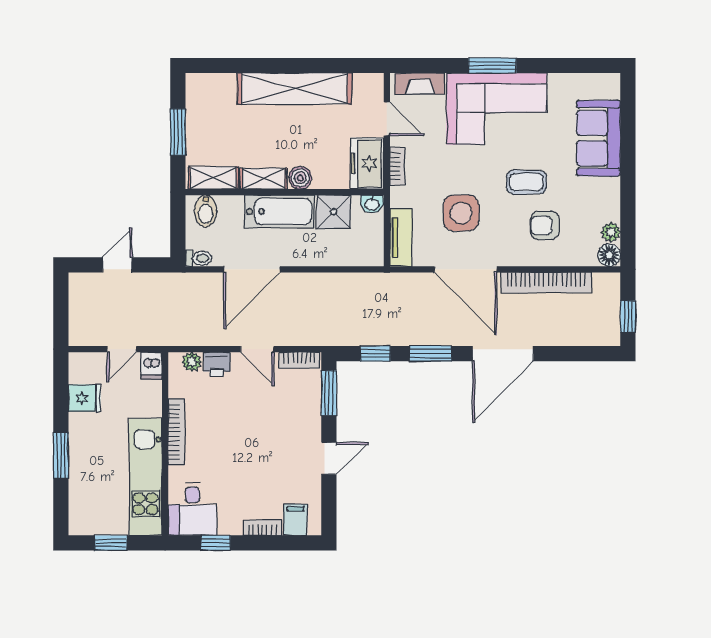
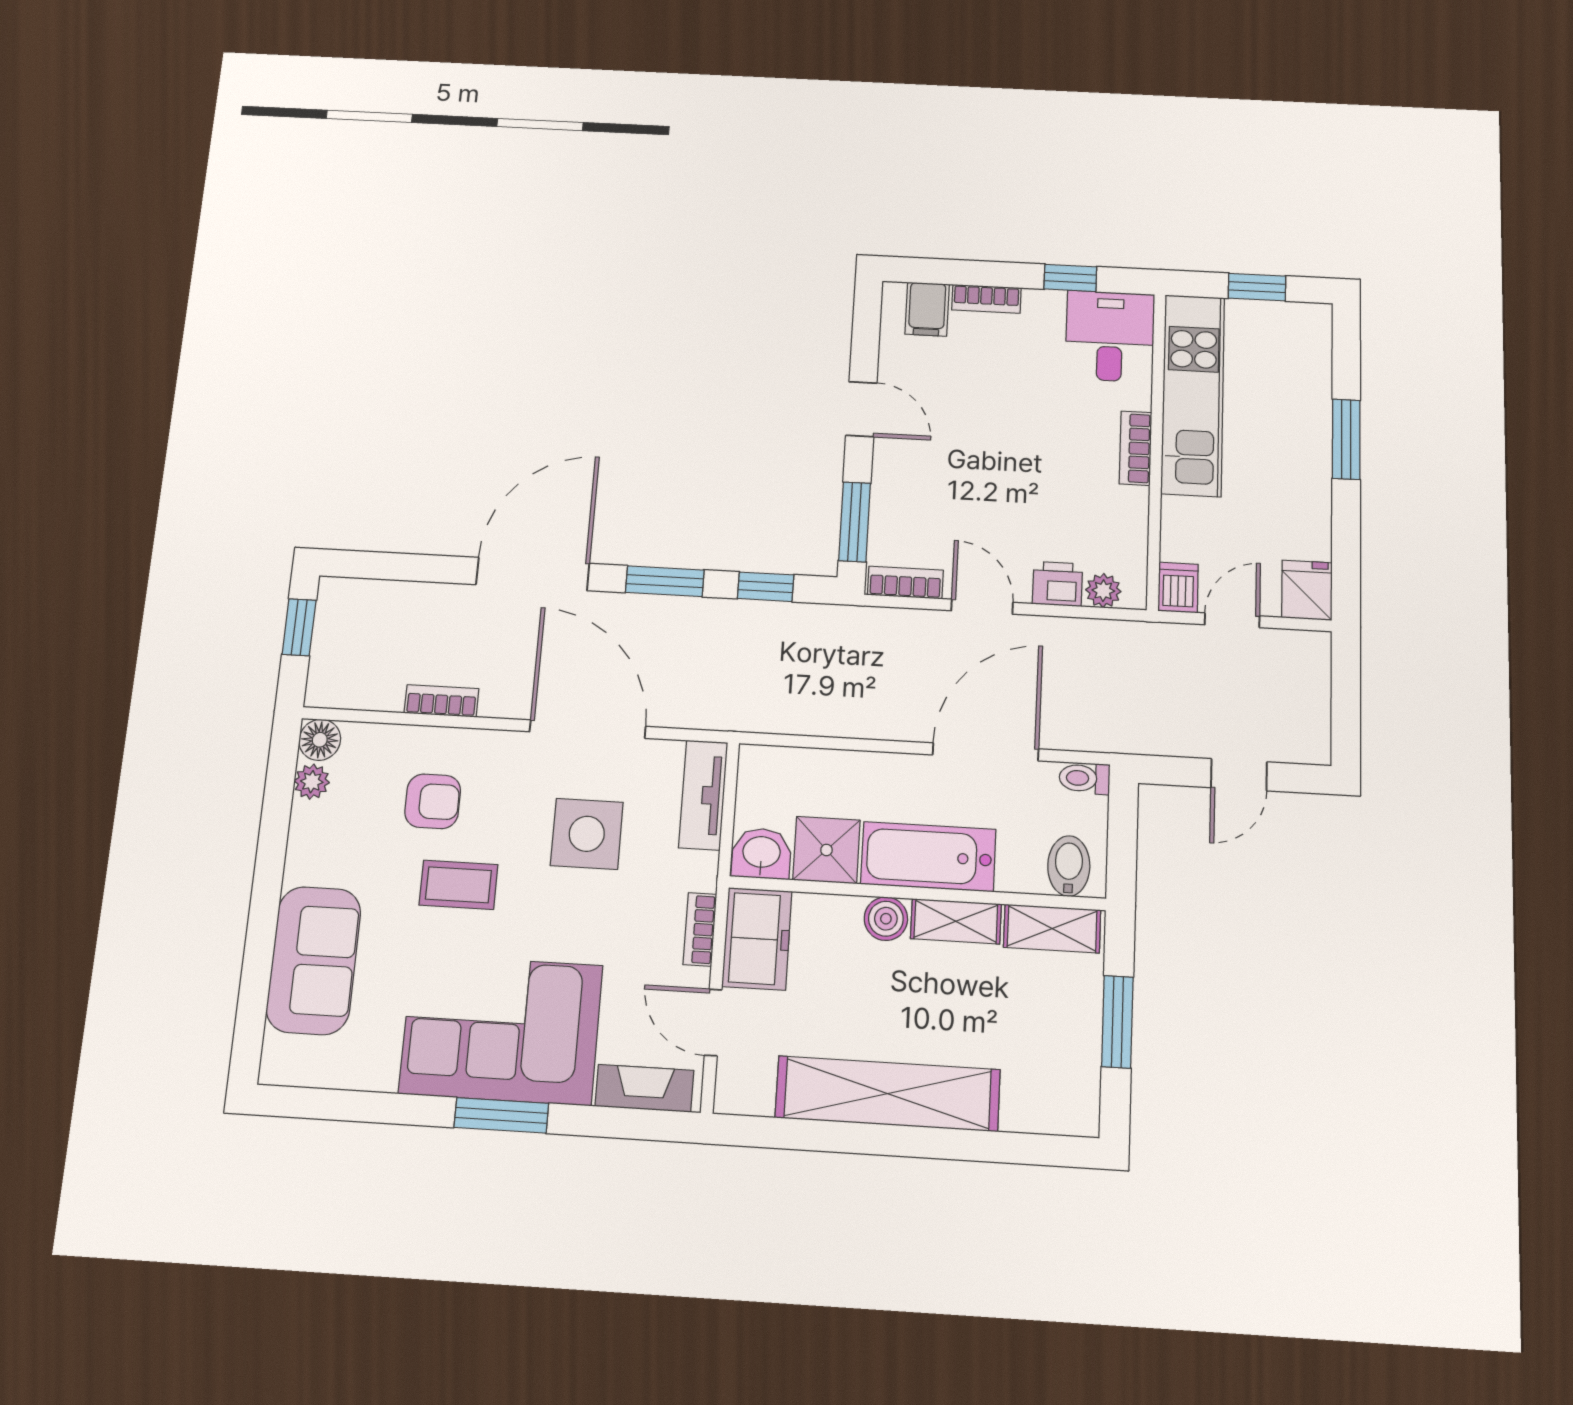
washbasin: (372, 204) -> (761, 853), width x1.38, depth x1.45
bookcase: (546, 283) -> (441, 701), width x0.43, depth x0.76
fridge: (84, 398) -> (1307, 590), moved, turned 90
bookcase: (176, 432) -> (1135, 448), width x0.64
door: (329, 458) -> (861, 409), swing flipped

